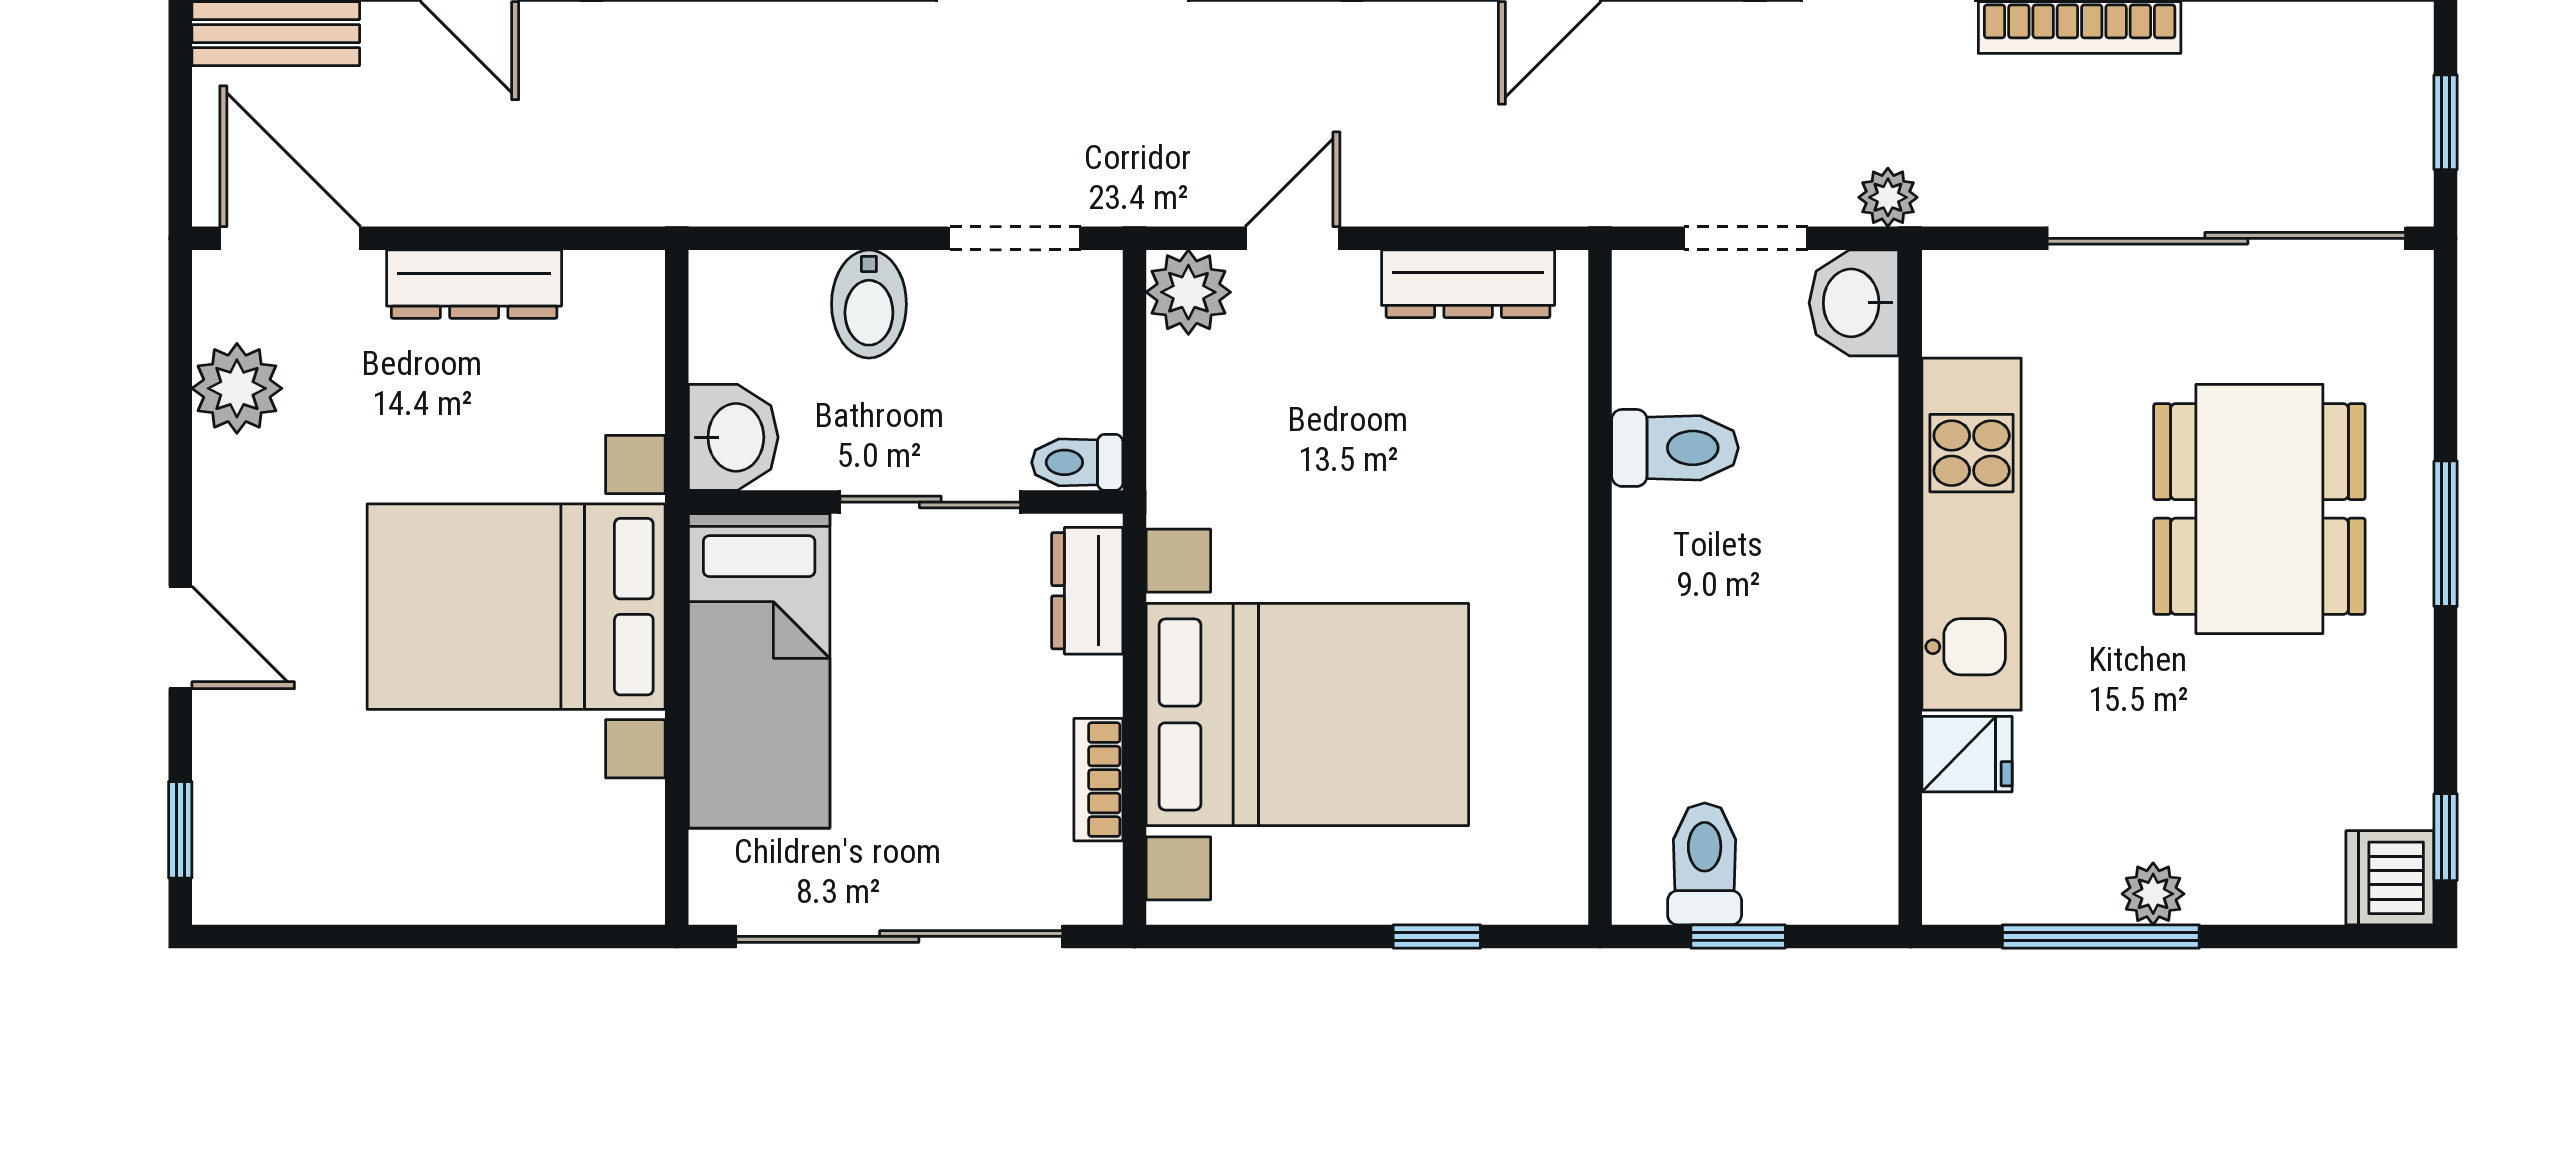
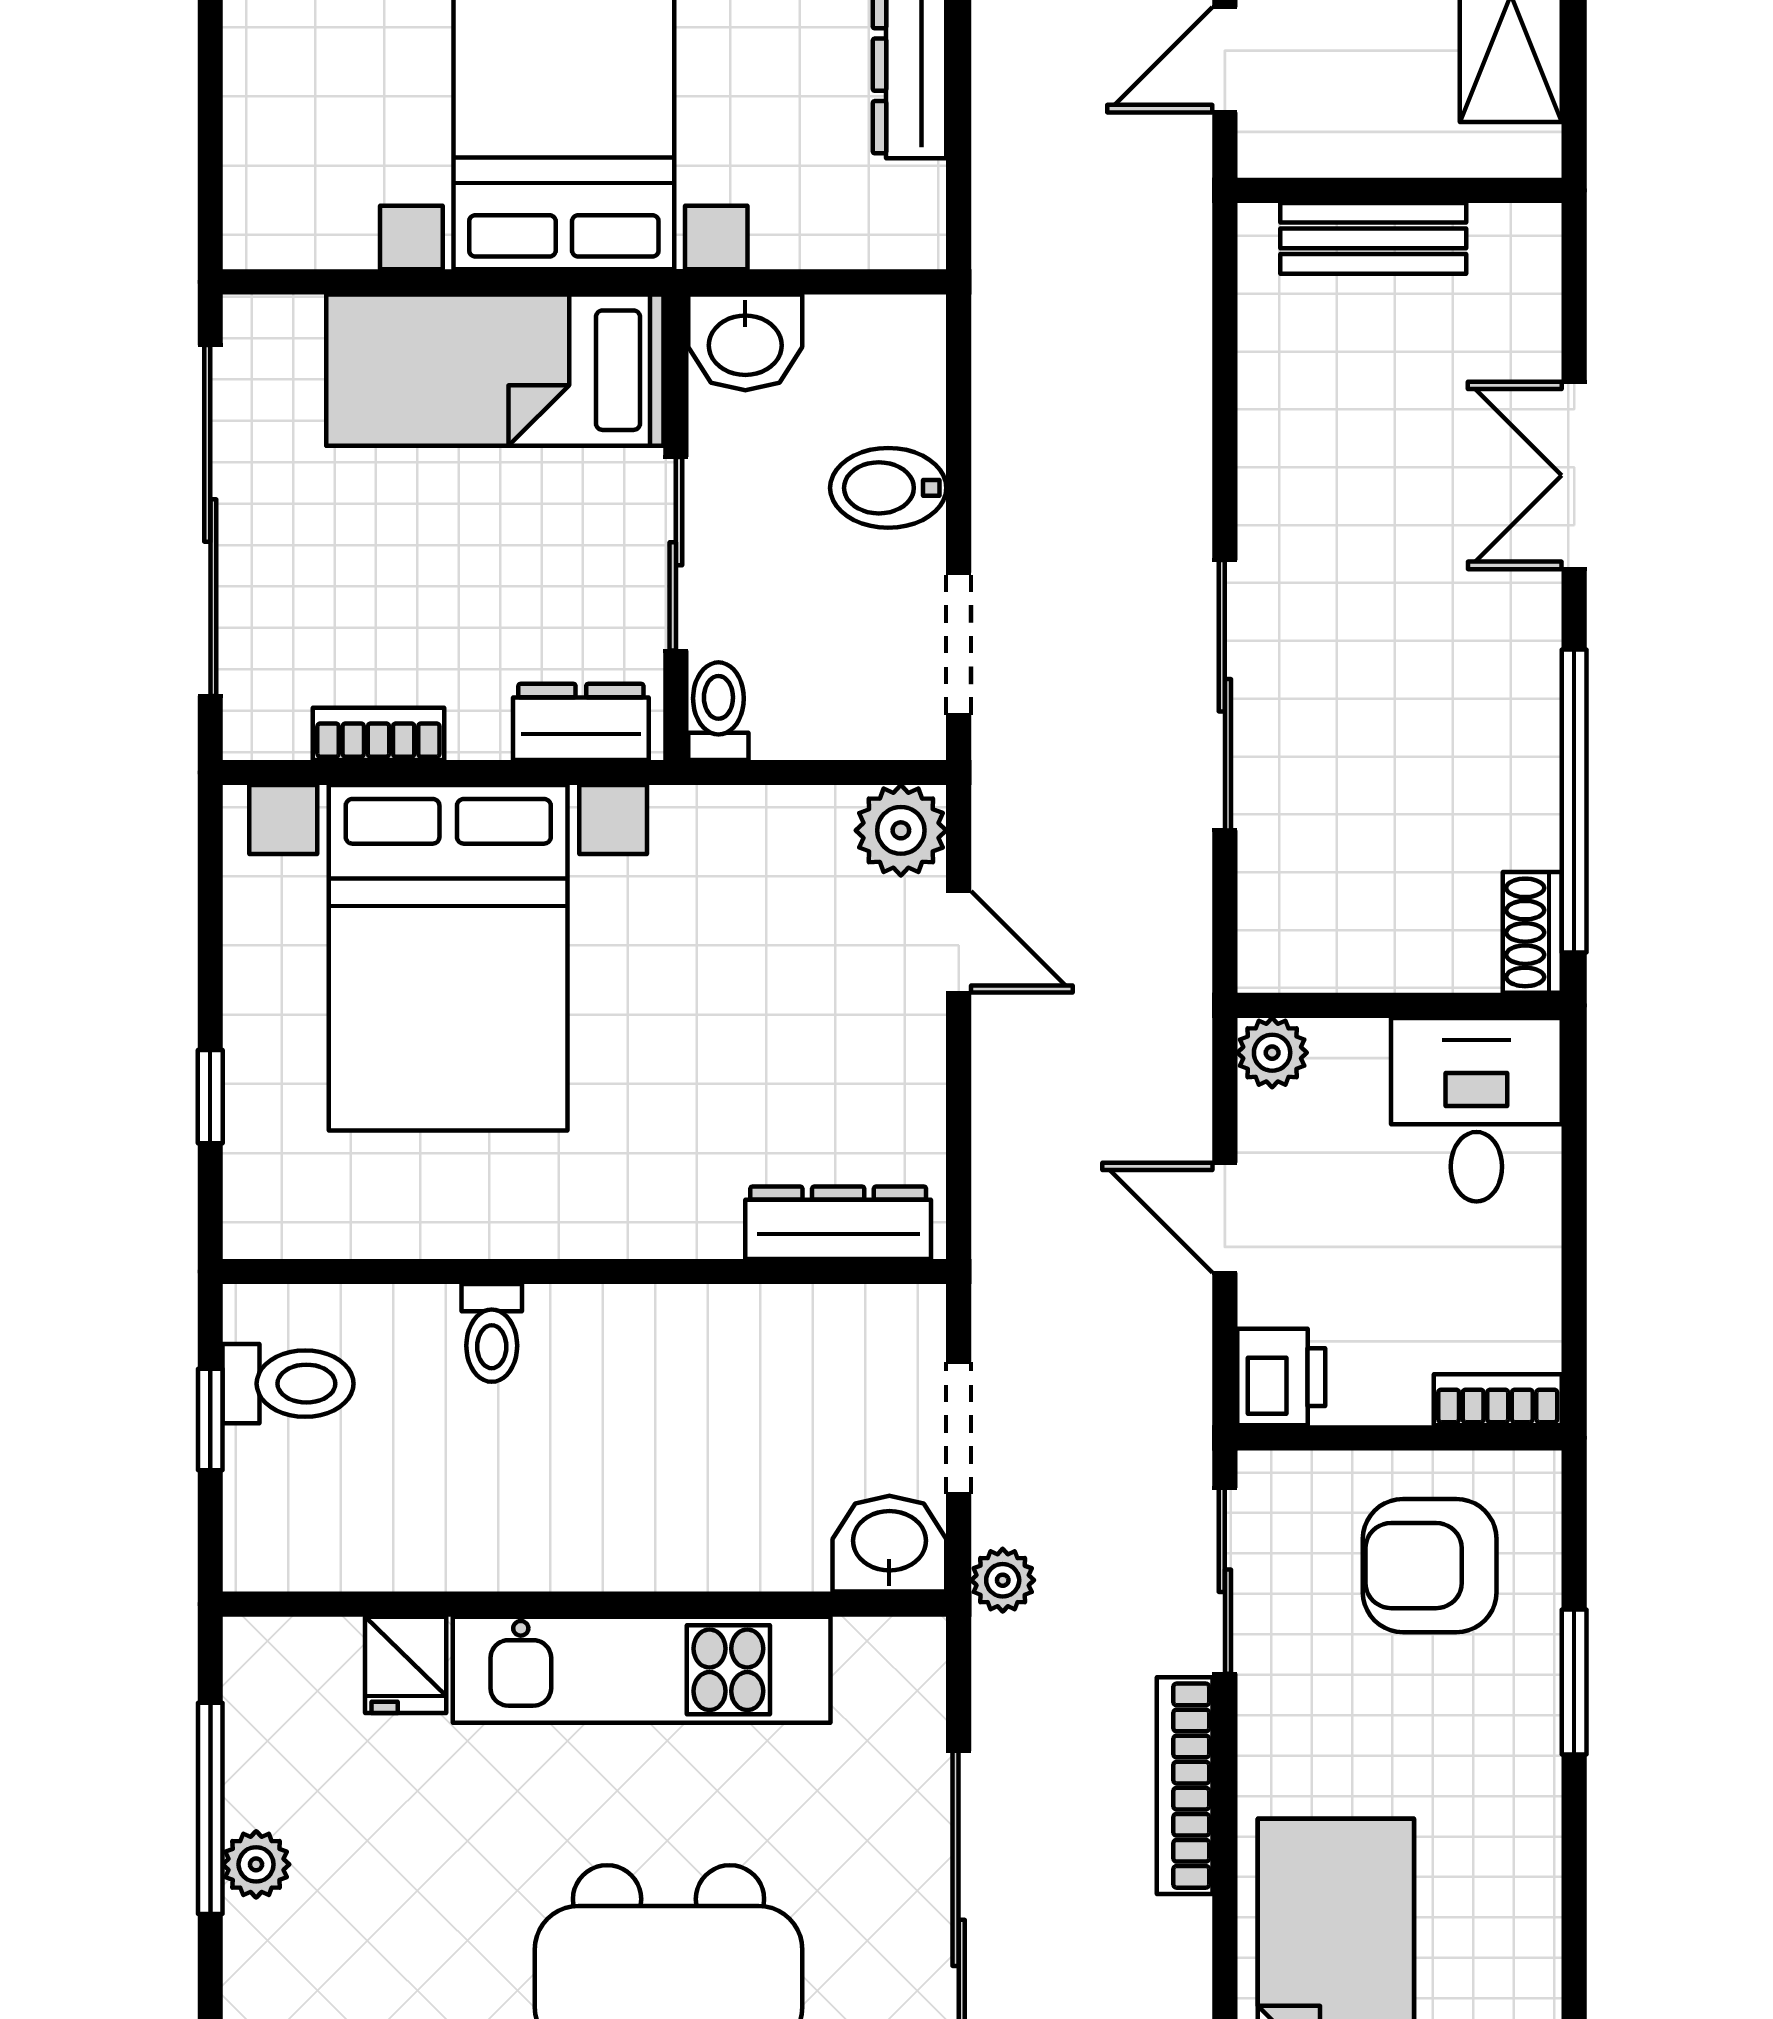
dresser: (1468, 284) -> (838, 1223), moved, turned 90
toilet: (1675, 448) -> (492, 1333), moved, width x0.73, depth x0.72

